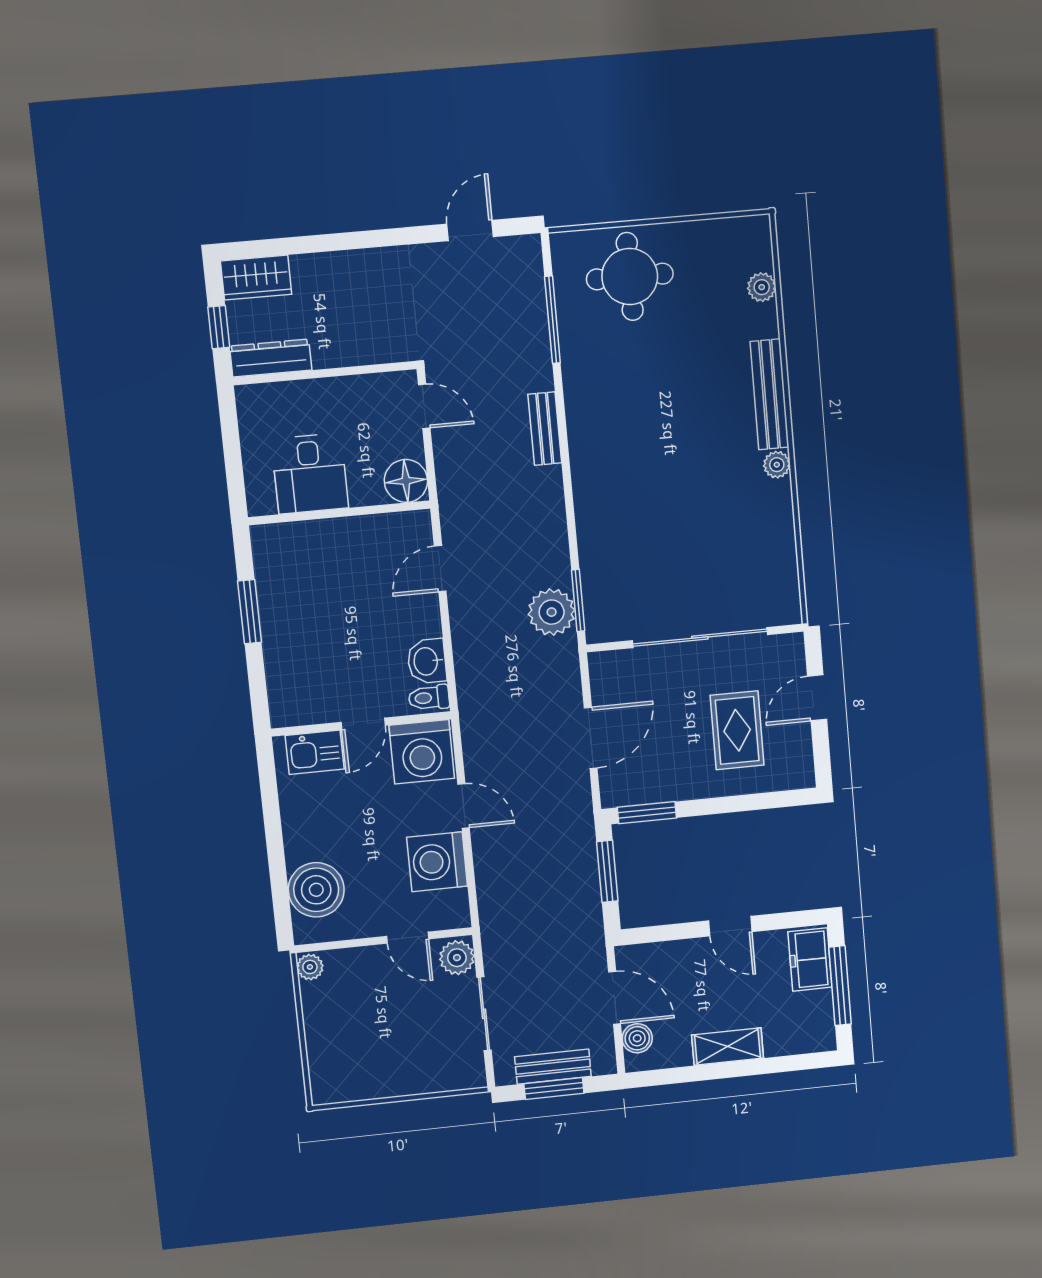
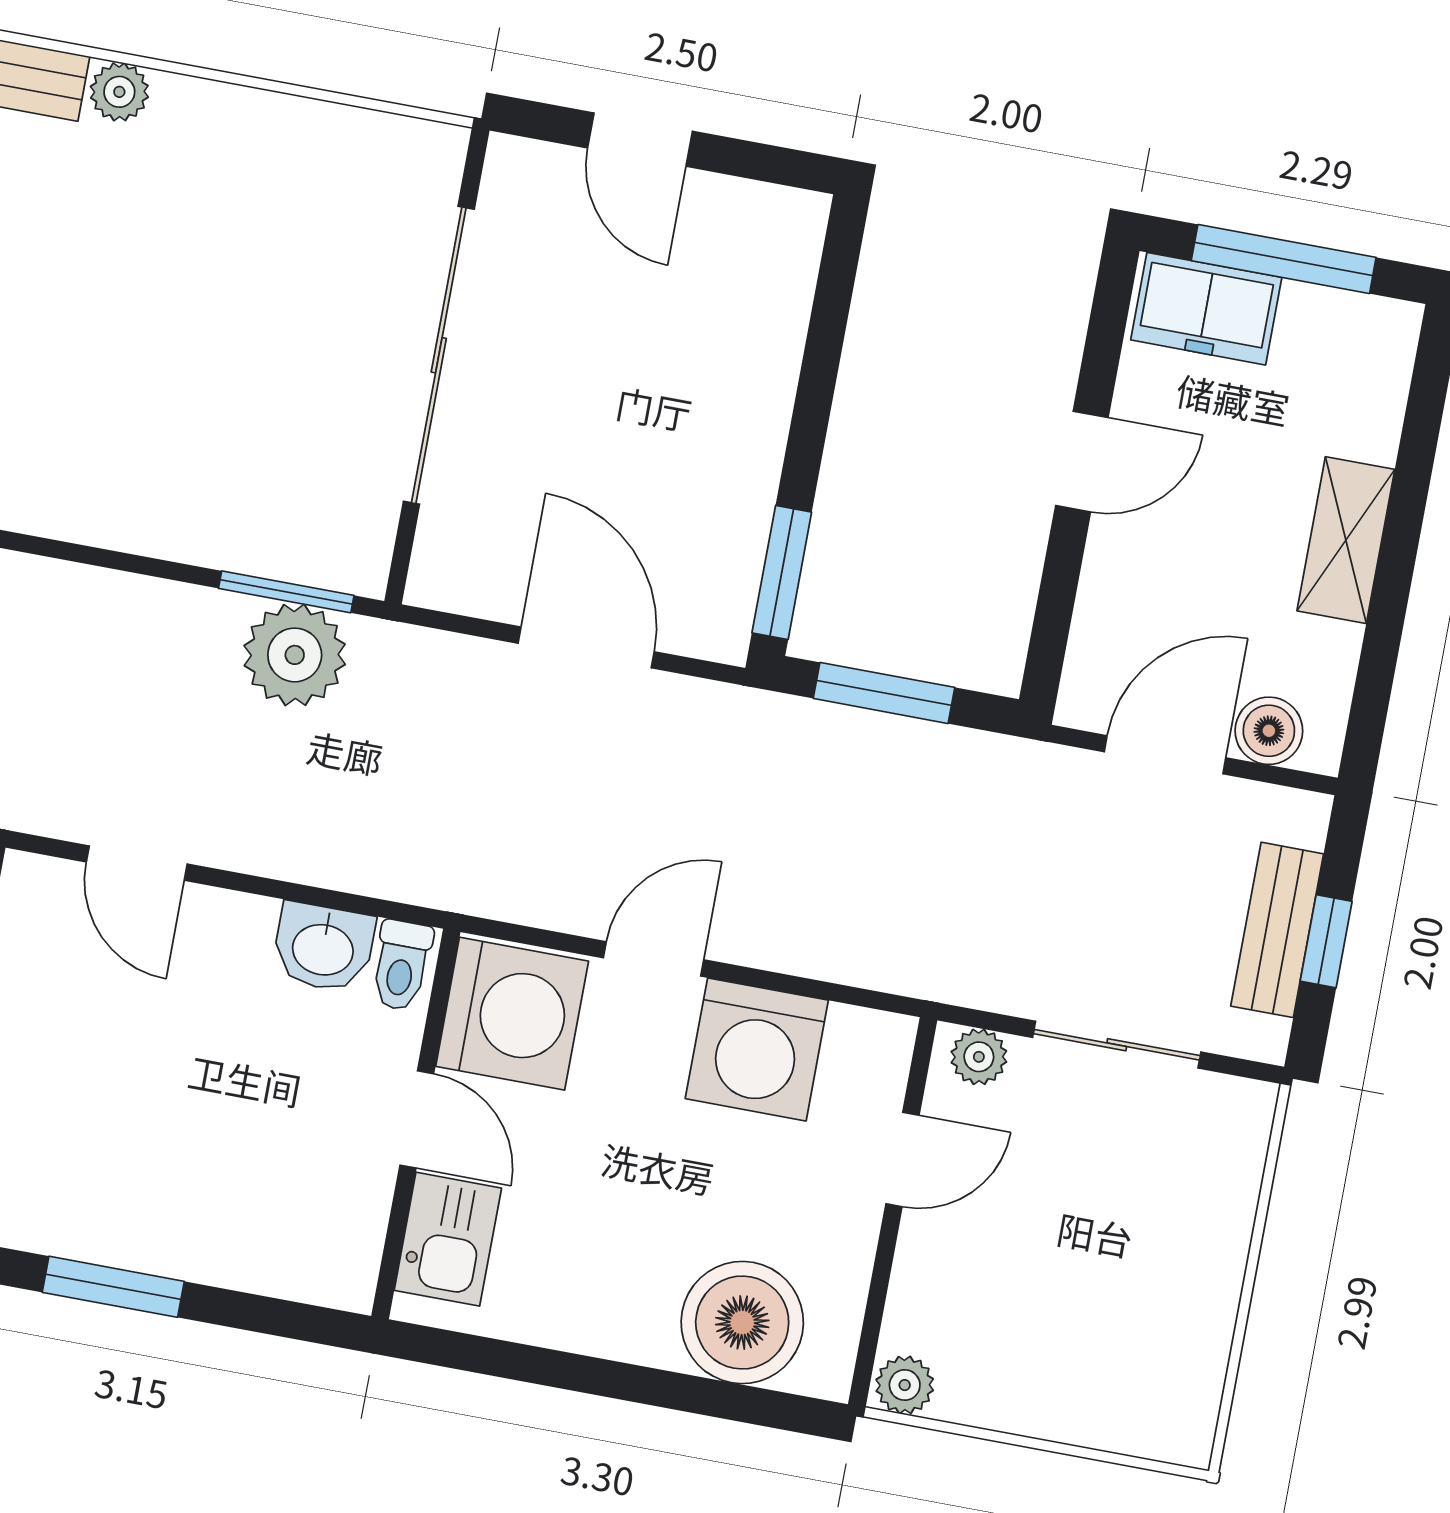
rug: (737, 730) -> (660, 330), removed
plant: (457, 958) -> (979, 1057), width x0.73, depth x0.73
window: (554, 1088) -> (1326, 941), width x0.67

